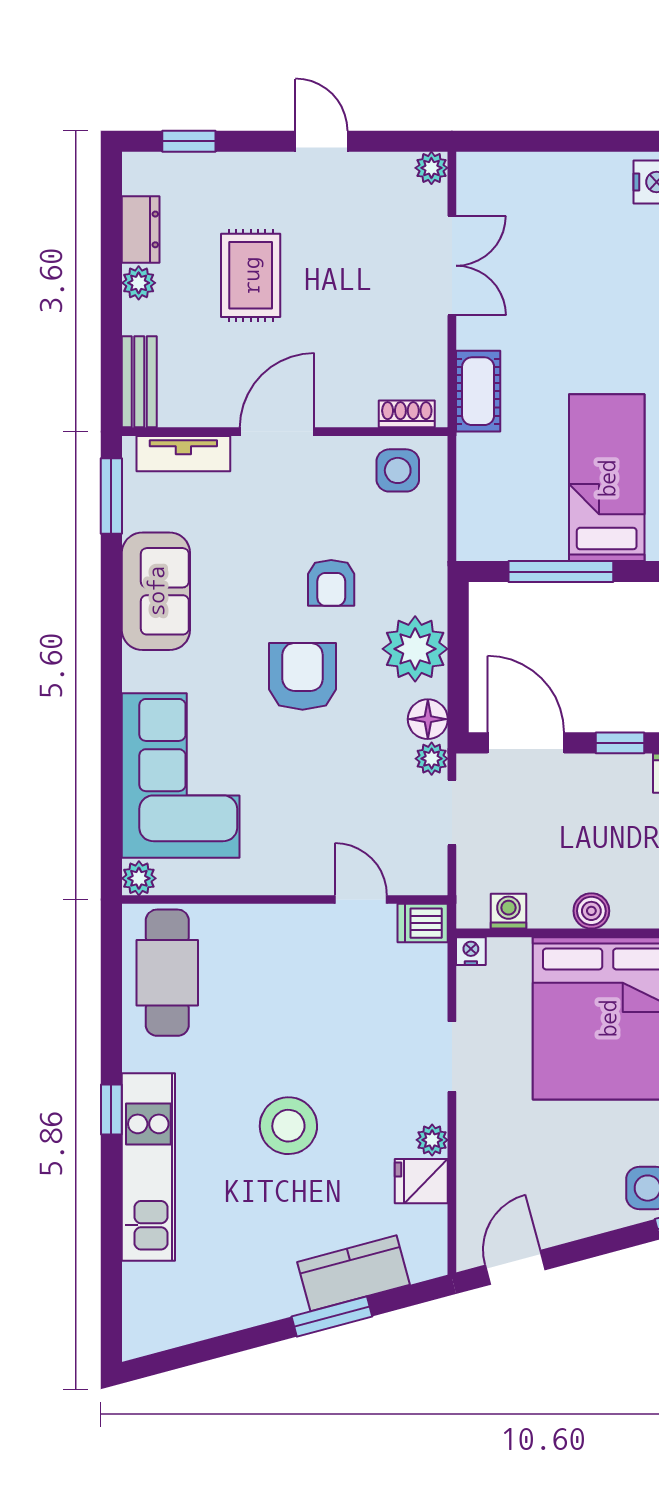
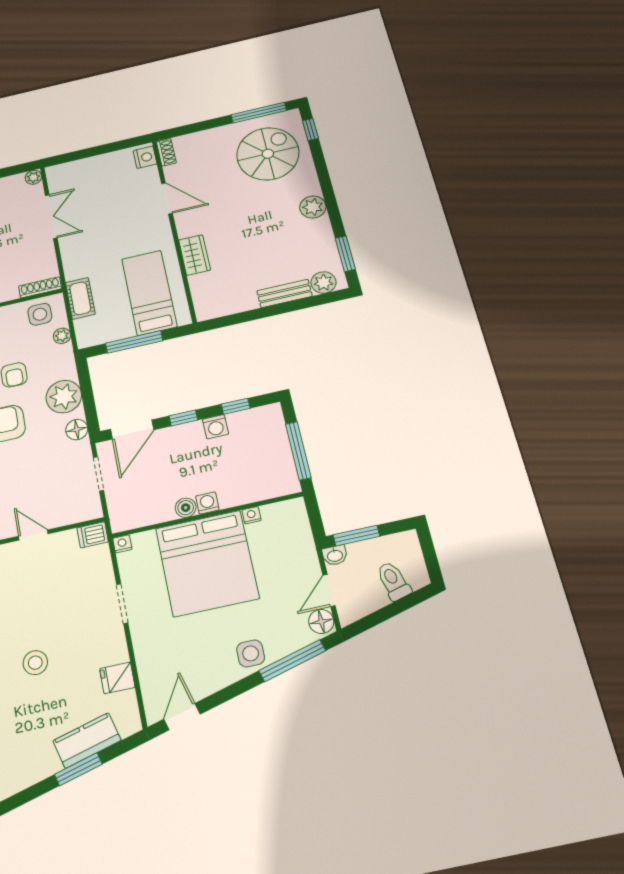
cot: (478, 391) -> (80, 298), moved
shoe rack: (407, 414) -> (40, 287), width x1.43
door: (526, 743) -> (132, 429), swing flipped
plant: (432, 759) -> (62, 336), moved
door: (361, 899) -> (33, 535), moved
washing machine: (509, 911) -> (207, 503), moved
stool: (288, 1126) -> (35, 663), width x0.73, depth x0.73
plant: (432, 1140) -> (119, 653), removed

